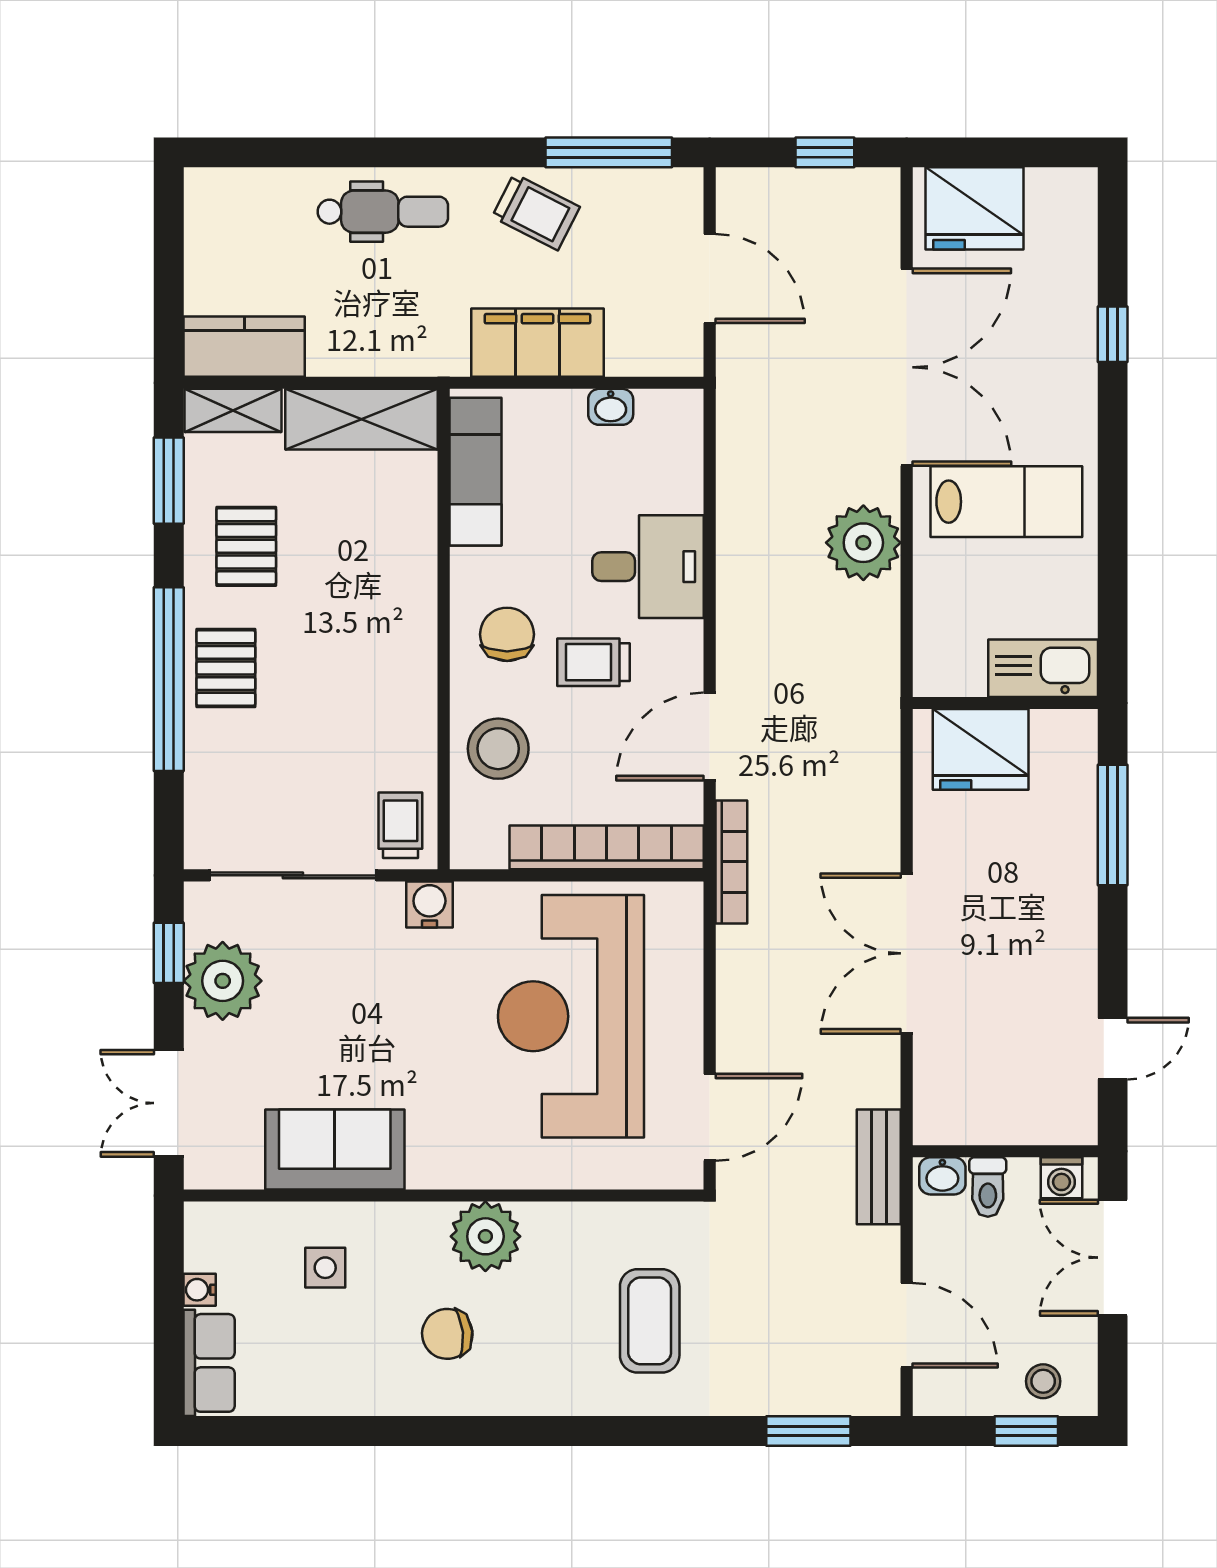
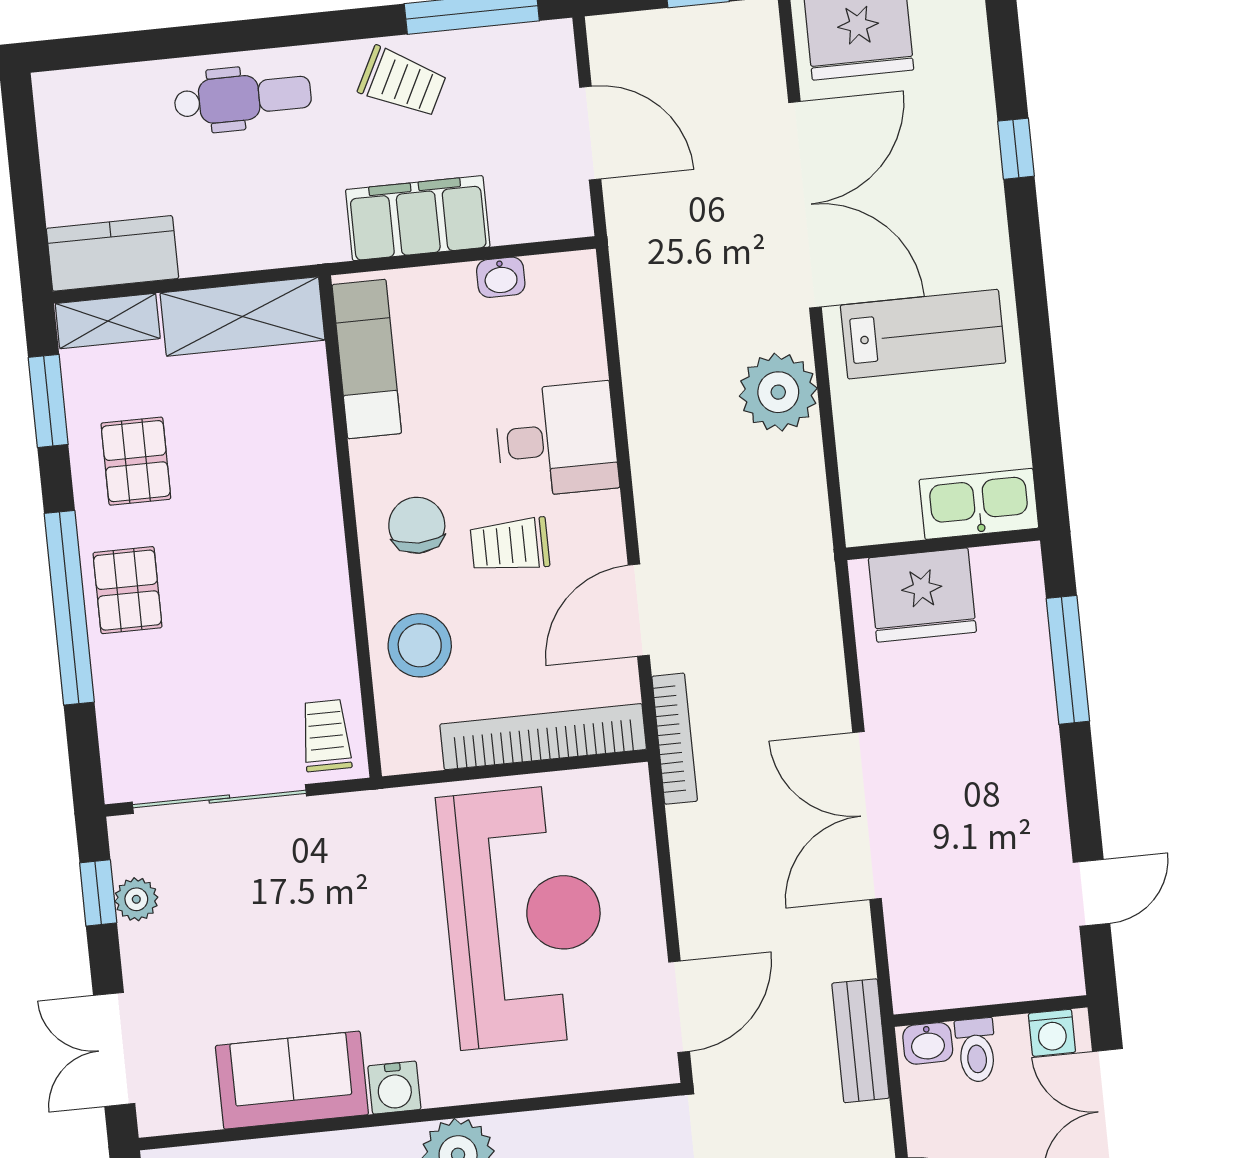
water cooler: (429, 904) -> (394, 1088), moved, turned 180
plant: (223, 981) -> (136, 899), width x0.53, depth x0.53
reception desk: (571, 1016) -> (524, 916), turned 180

